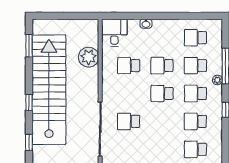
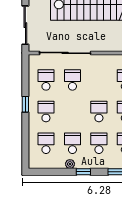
plant: (217, 80) -> (70, 164), moved
school desk: (129, 149) -> (46, 80), added
school desk: (162, 149) -> (46, 112), added

